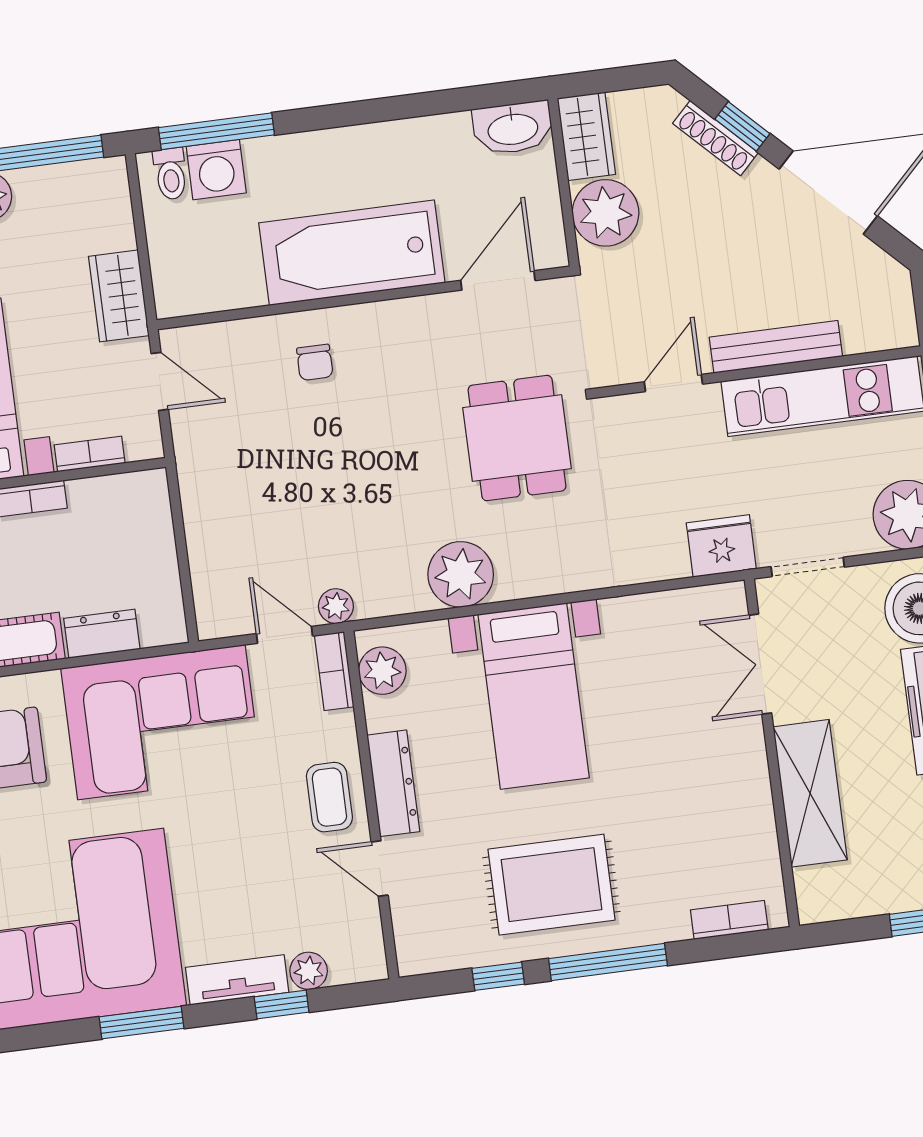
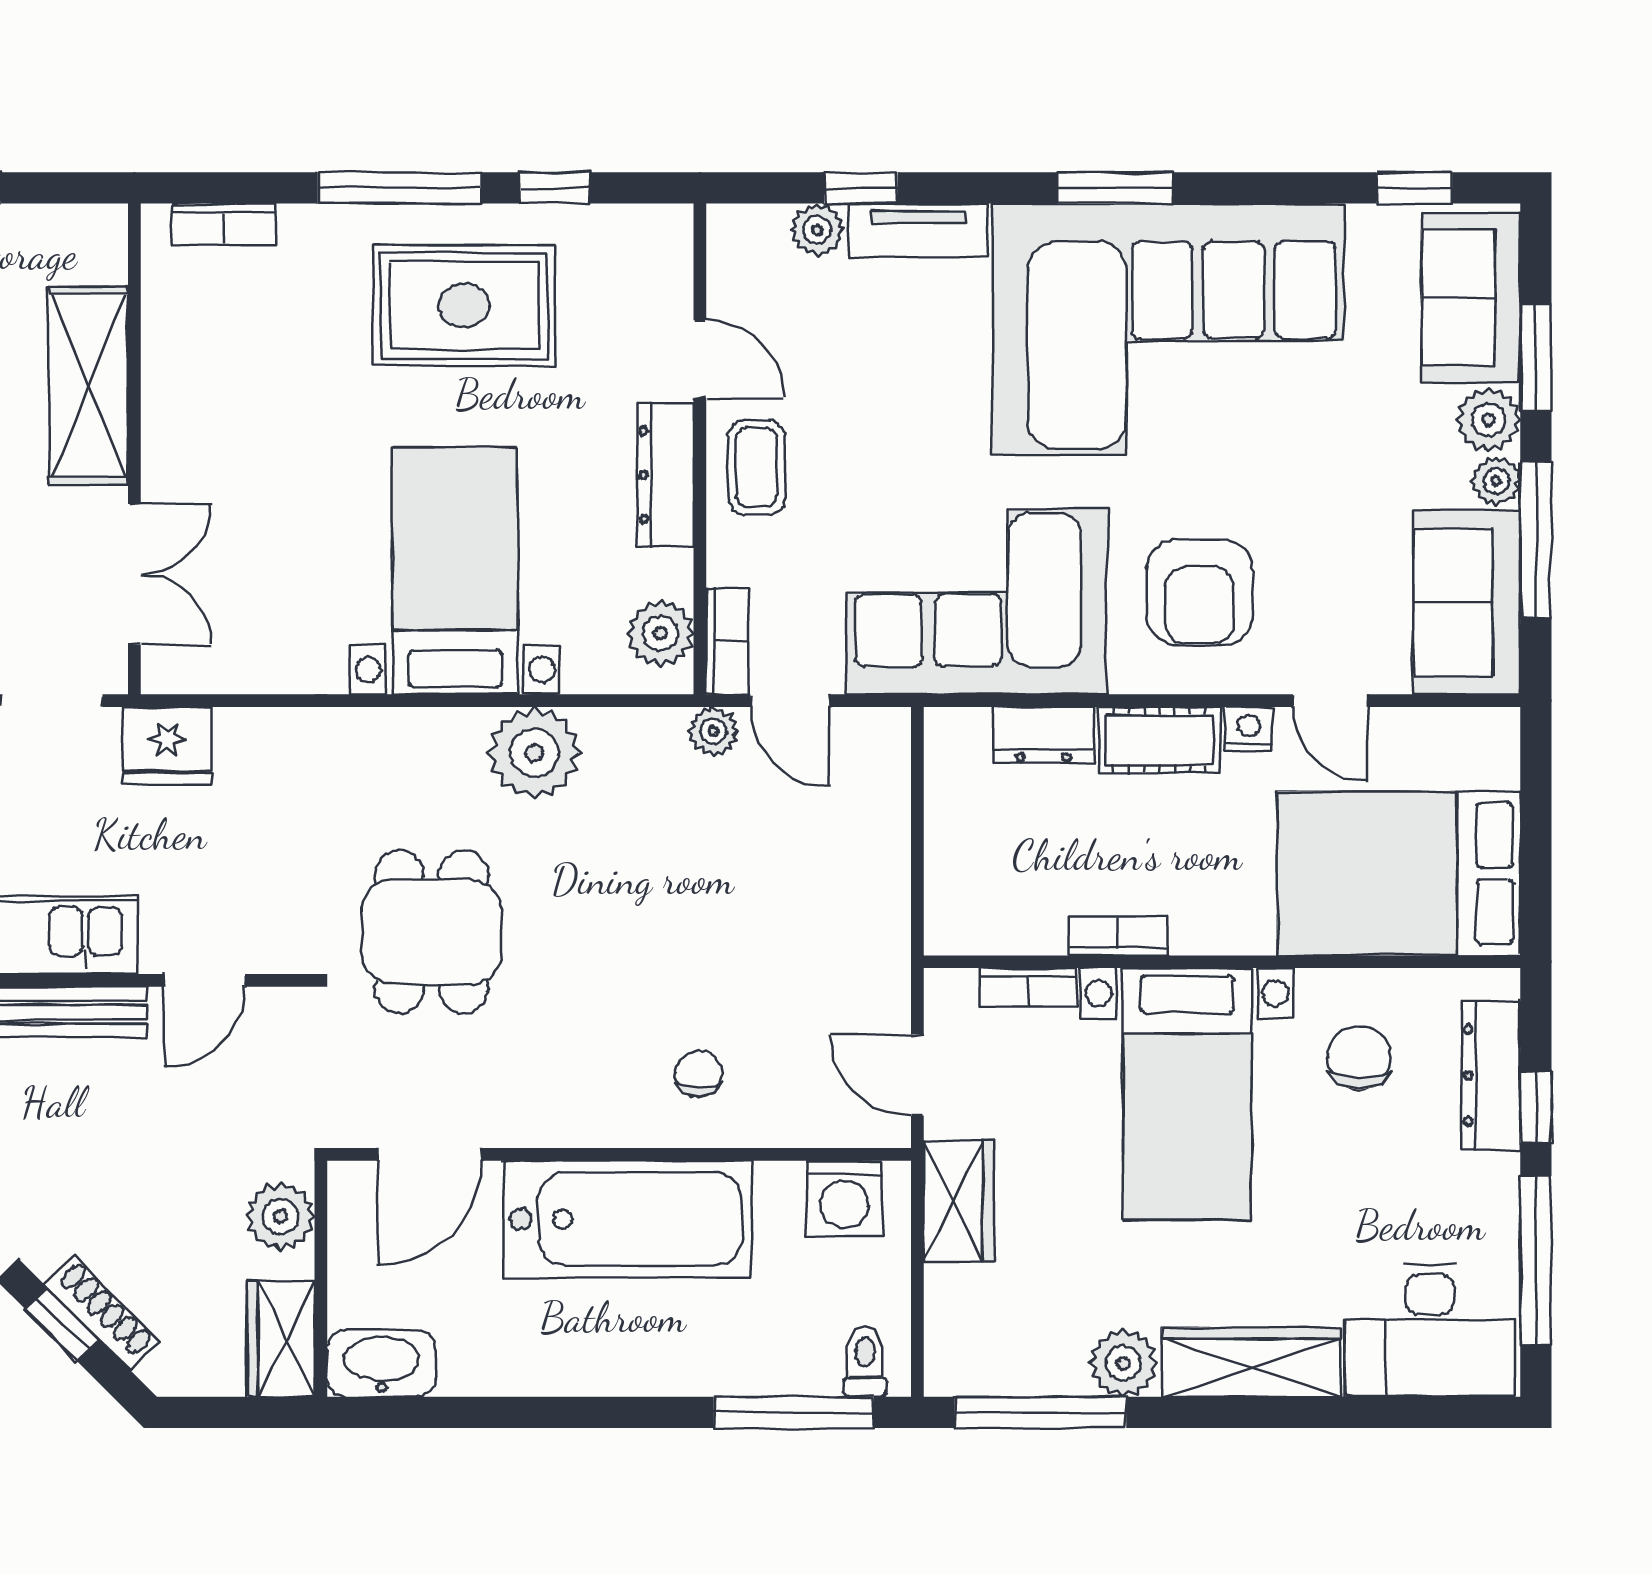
washing machine: (216, 170) -> (844, 1198), moved, turned 180
plant: (606, 213) -> (280, 1216), width x0.73, depth x0.73
window: (142, 1023) -> (1115, 188), moved

